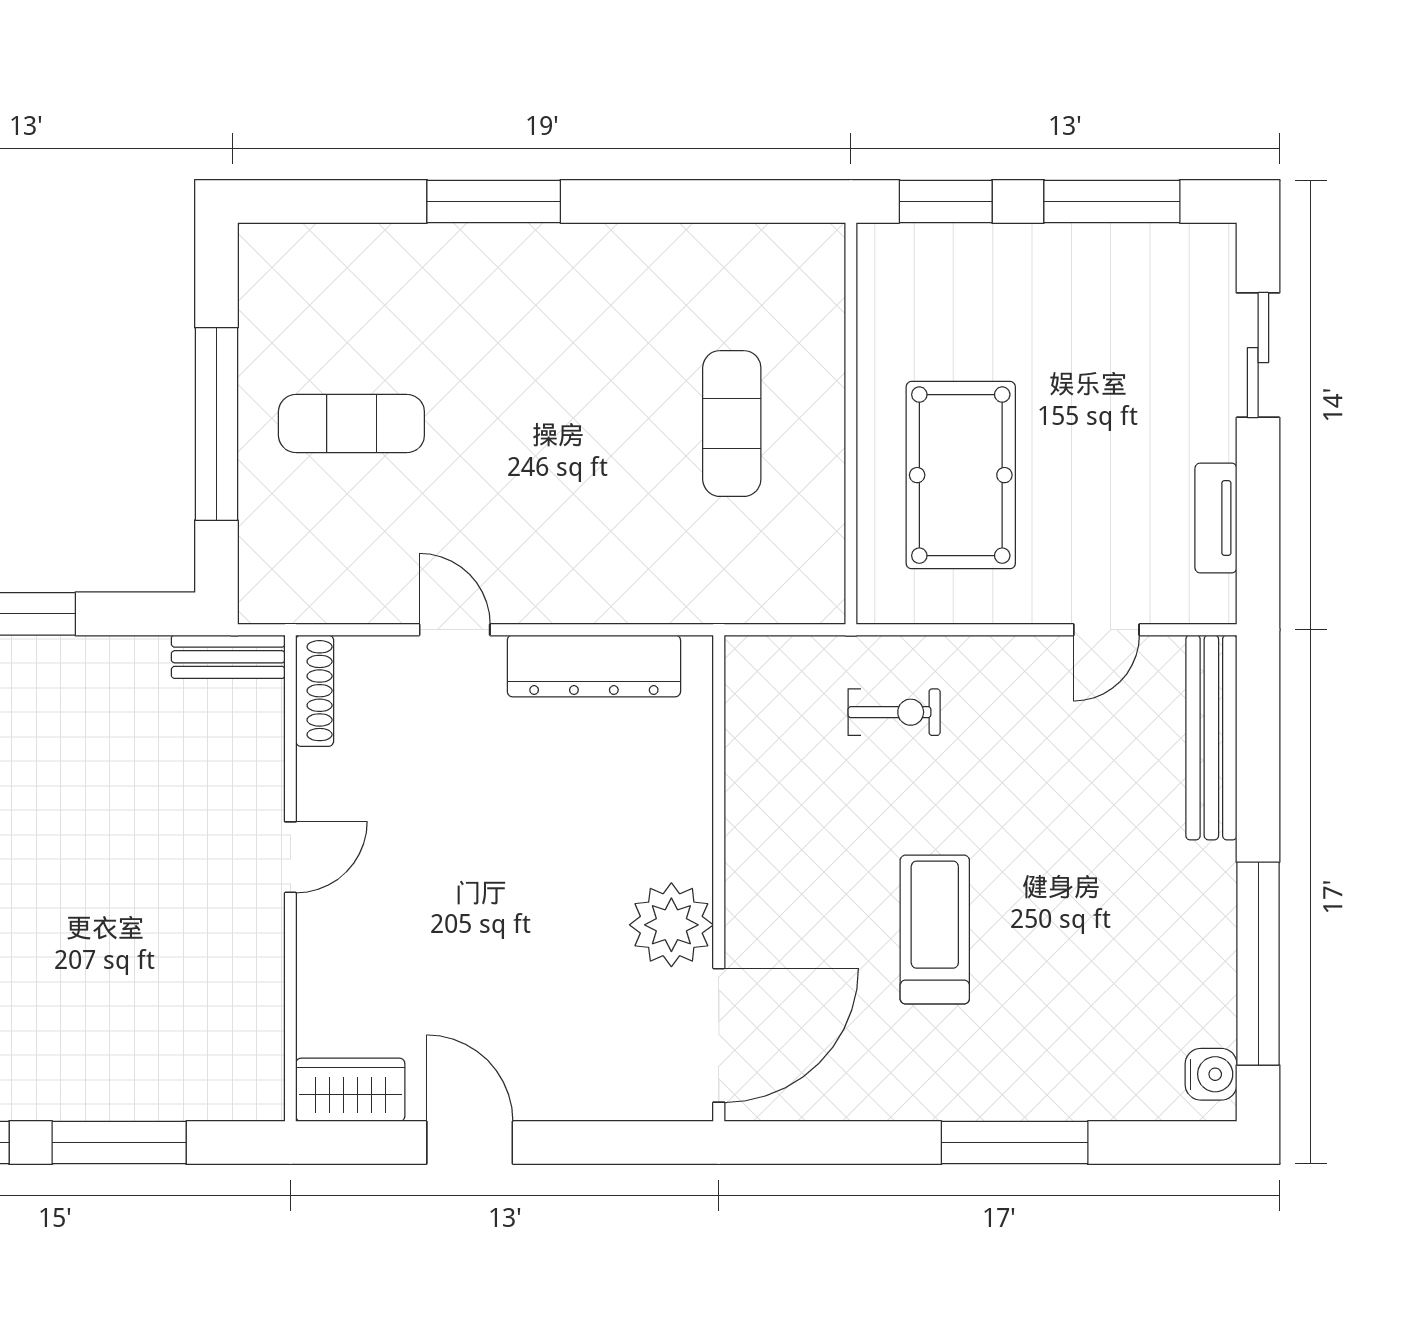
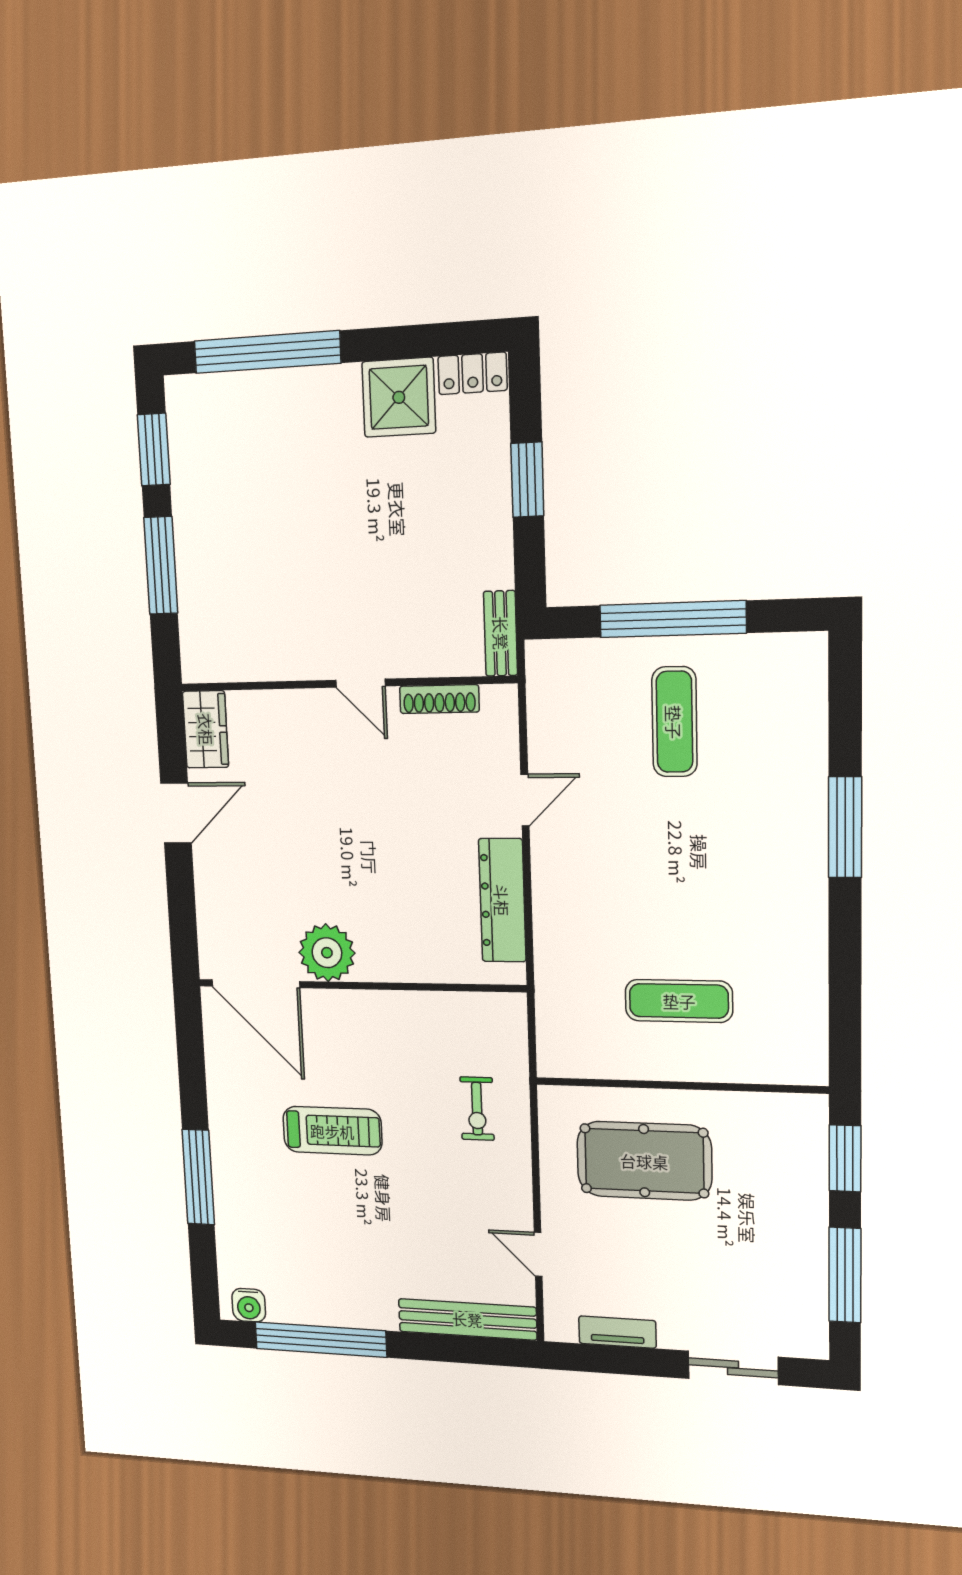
shoe rack: (315, 691) -> (439, 699), moved

